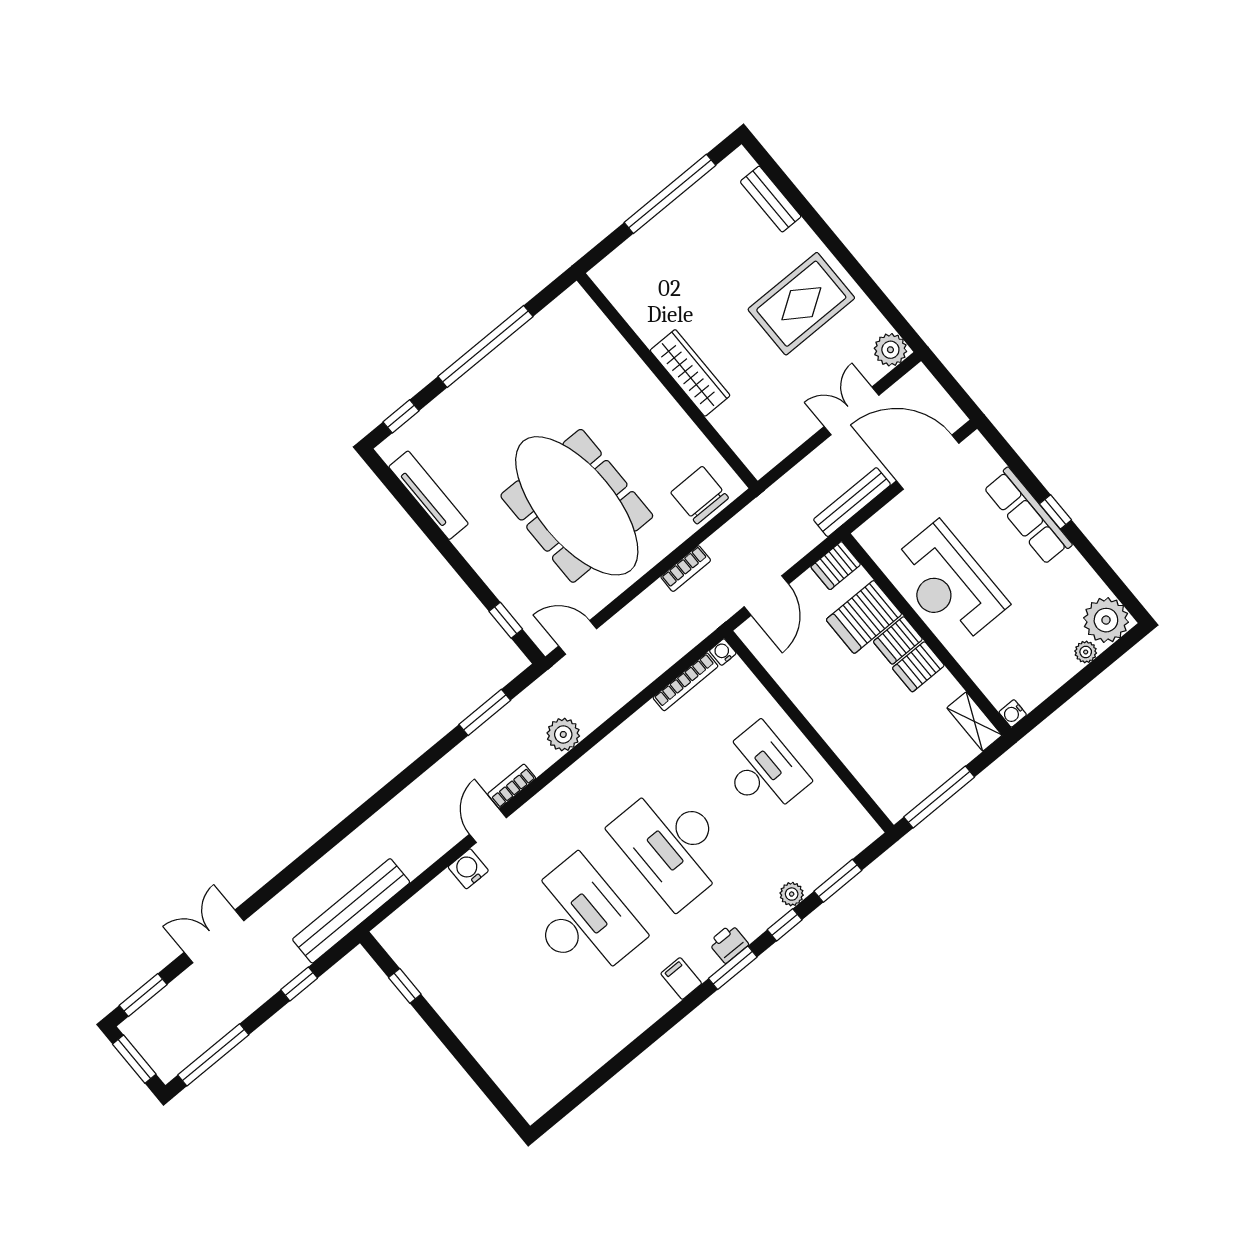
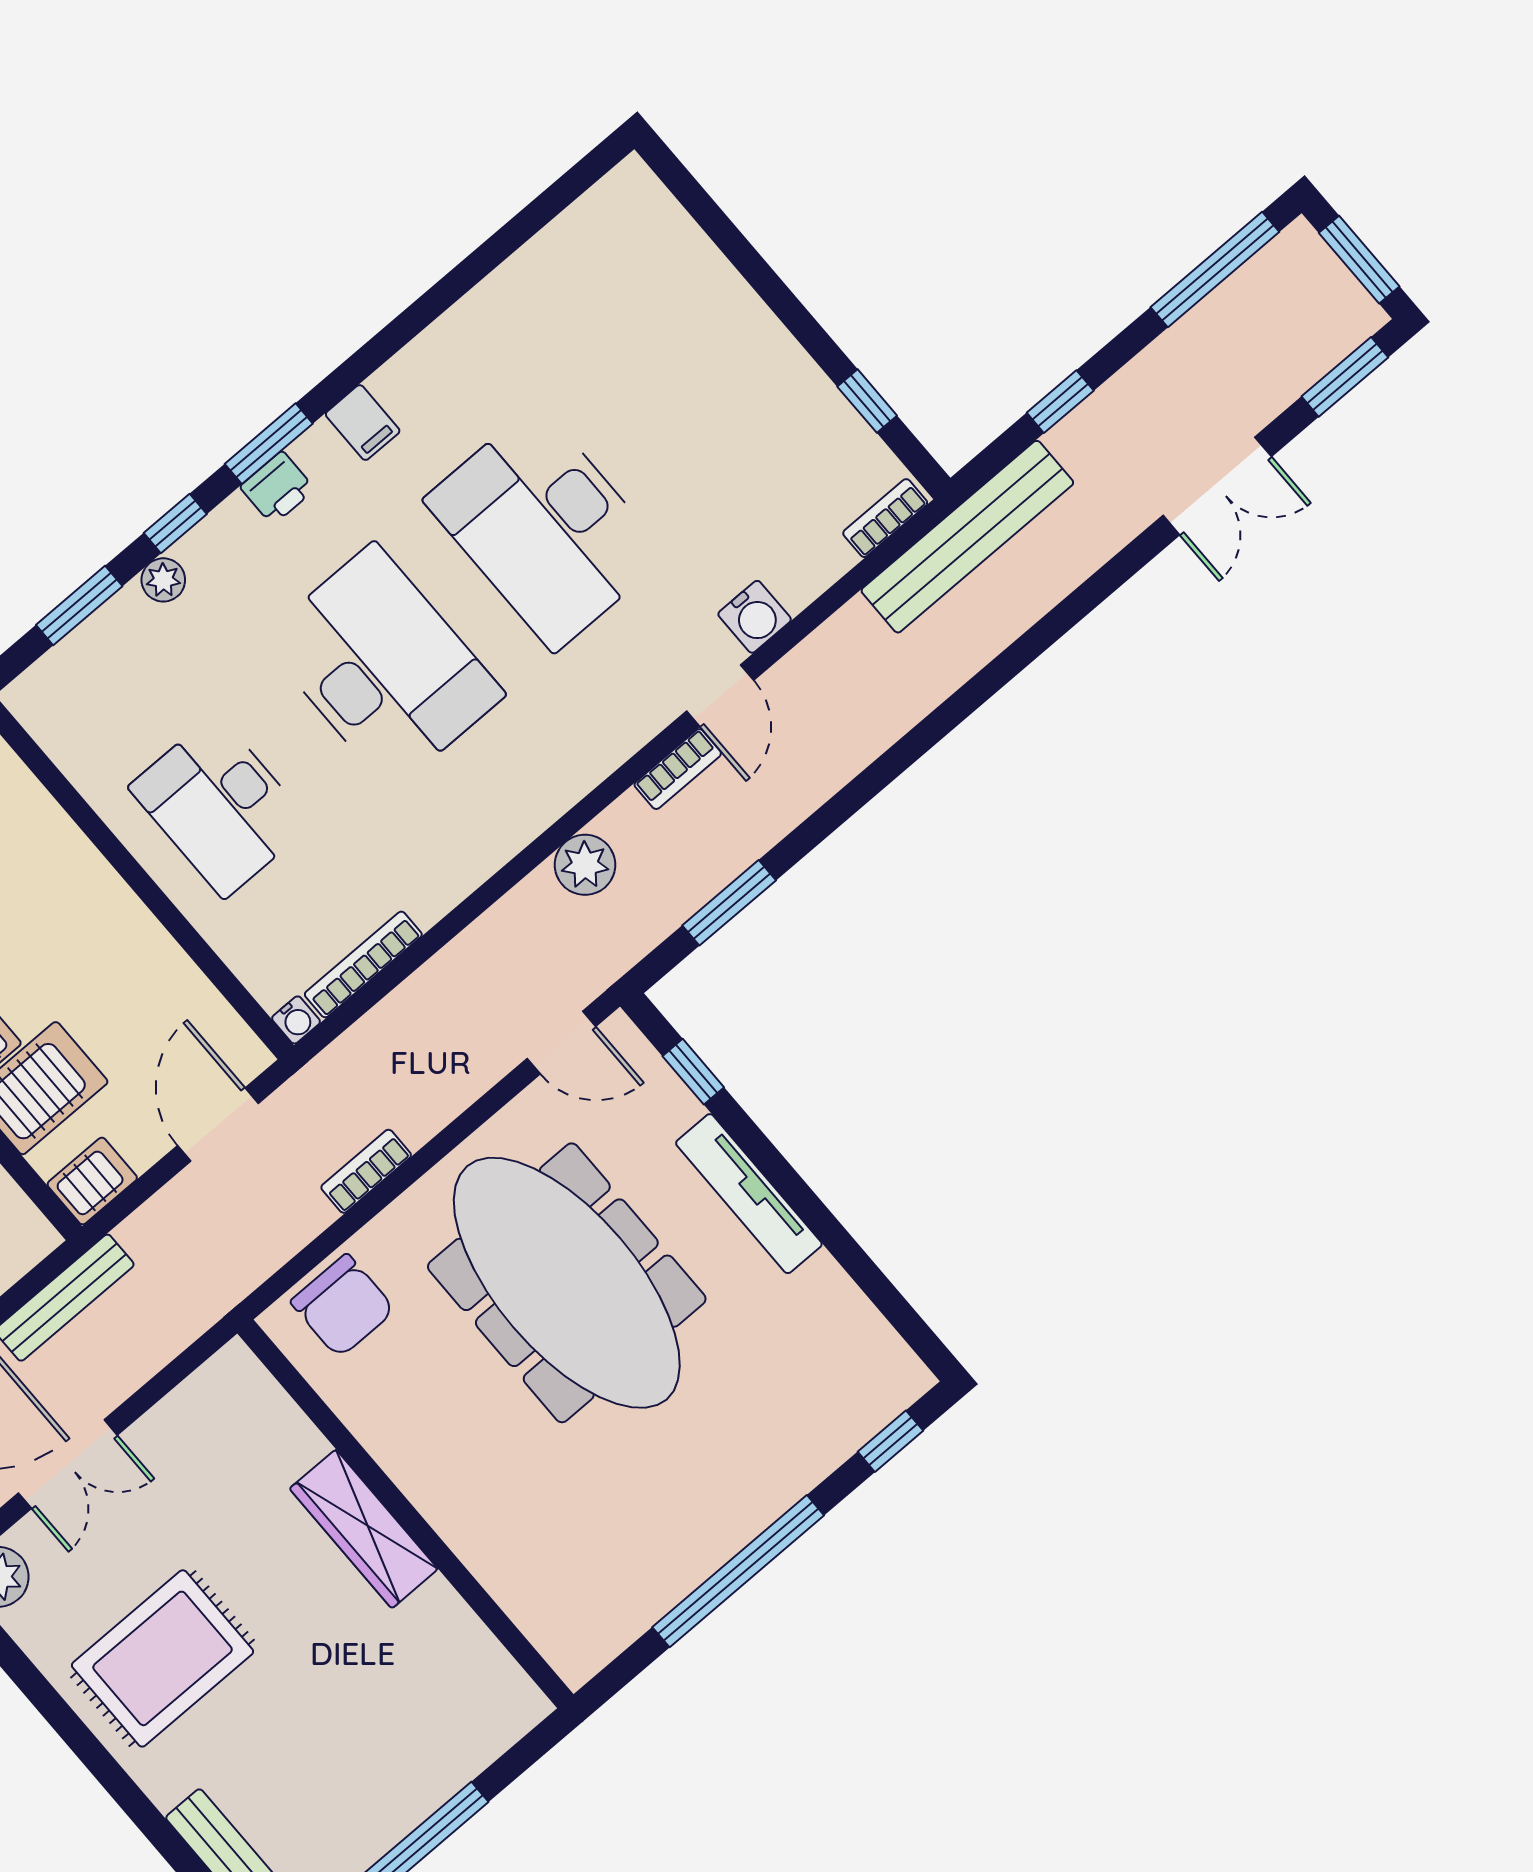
tv unit: (429, 495) -> (749, 1194), moved
bookcase: (396, 922) -> (885, 518), added

